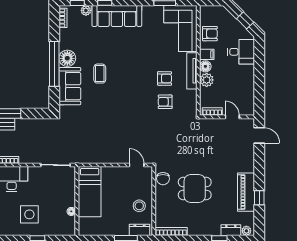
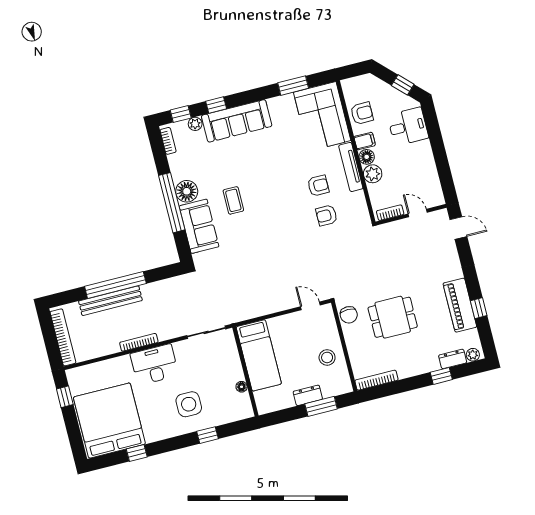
dresser: (140, 230) -> (308, 395), moved

